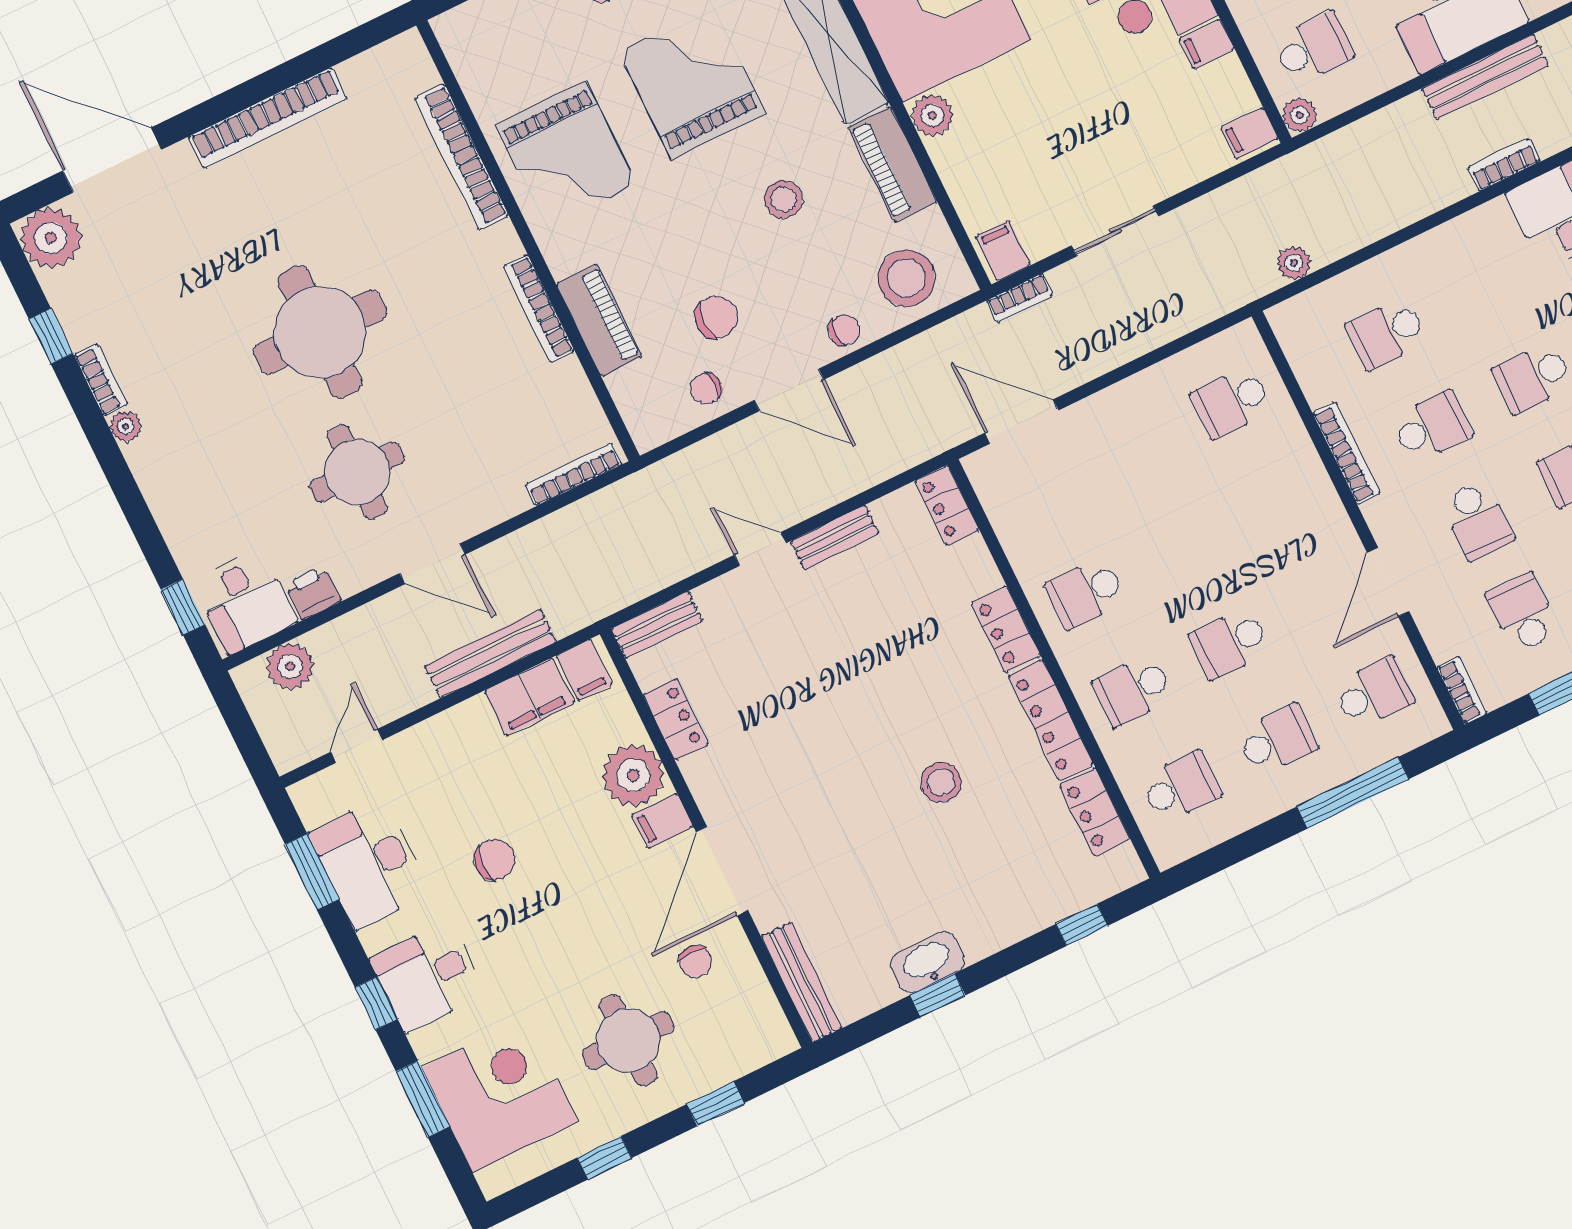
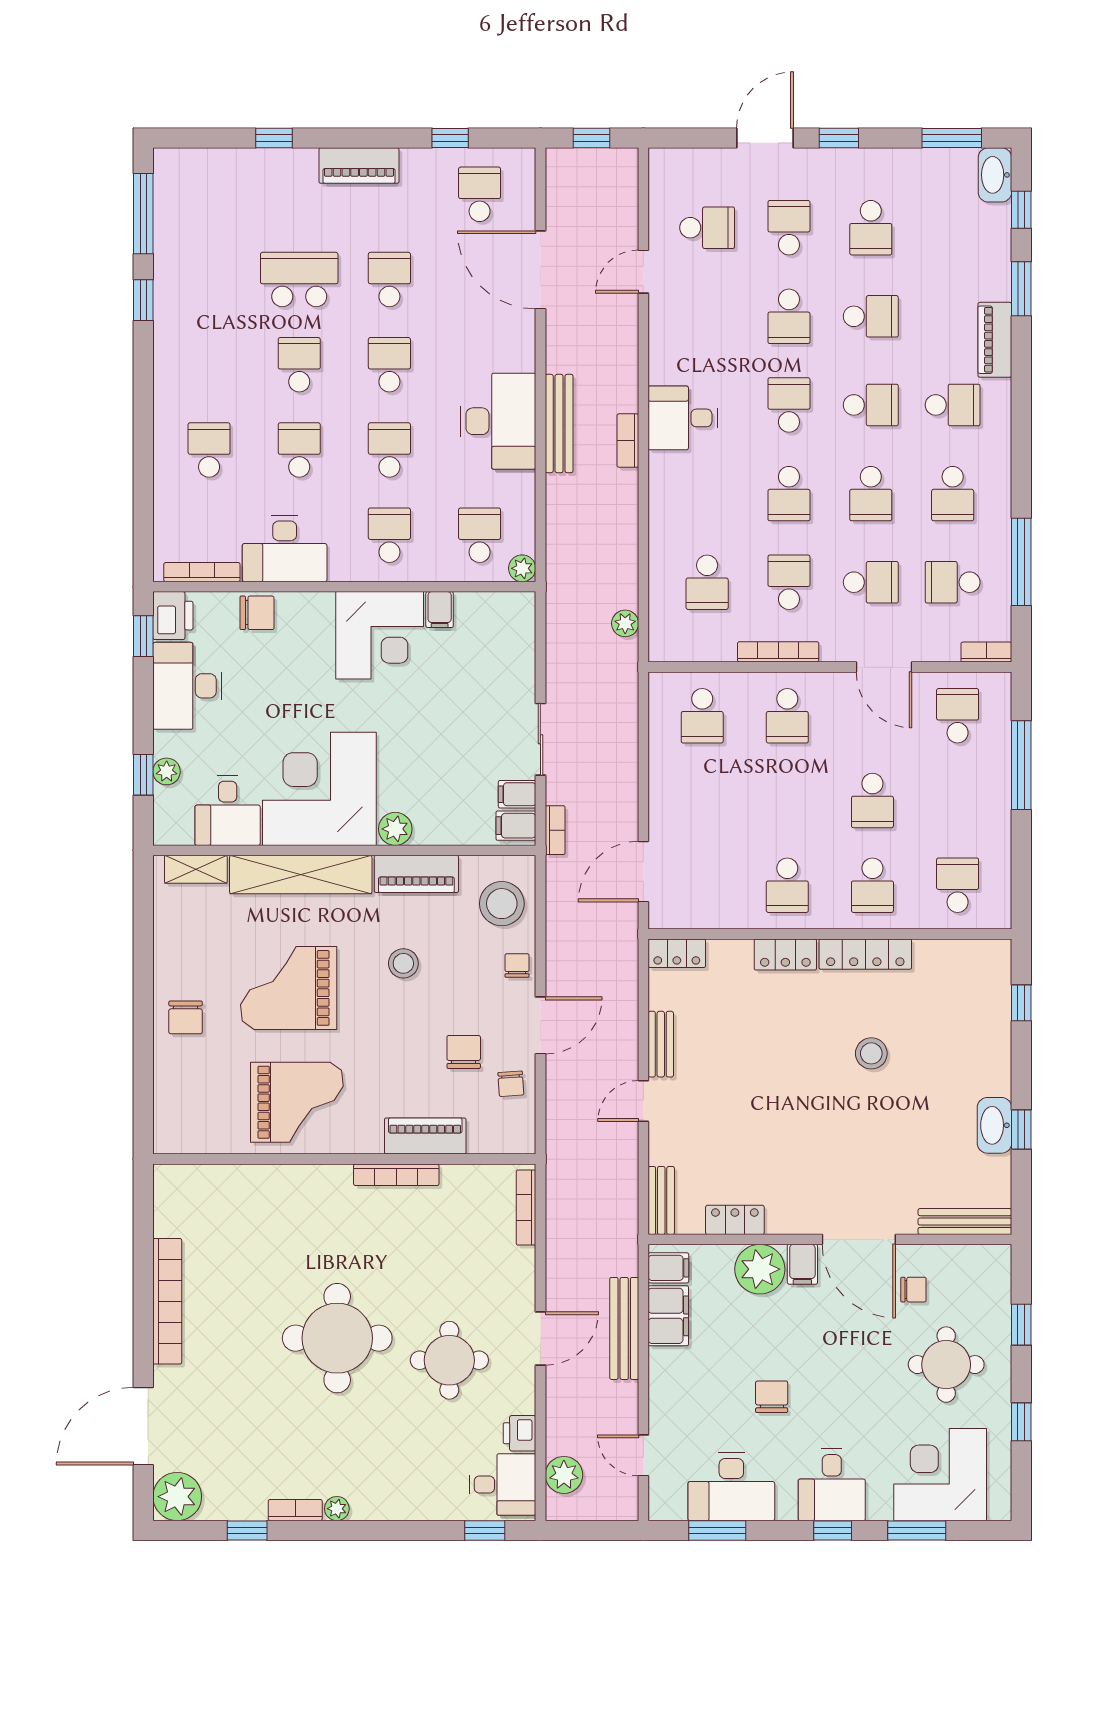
filing cabinet: (1249, 133) -> (517, 794), moved, turned 90
bookcase: (462, 157) -> (262, 1177), removed
school desk: (1277, 740) -> (787, 716), moved, turned 180
locker: (1095, 812) -> (946, 955), removed

